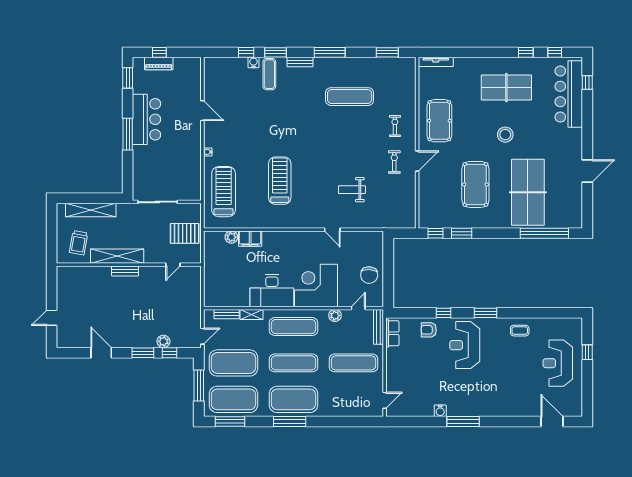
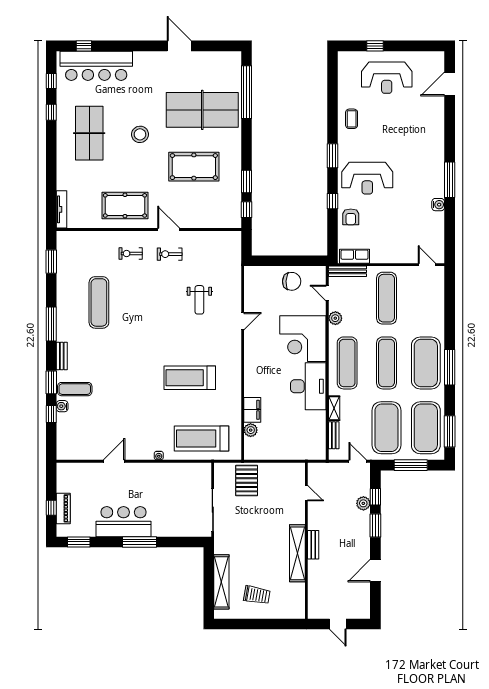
shelving: (117, 256) -> (297, 553), moved
wall: (129, 265) -> (306, 541), moved
door: (173, 265) -> (306, 493), moved
bench: (125, 271) -> (313, 545), moved

